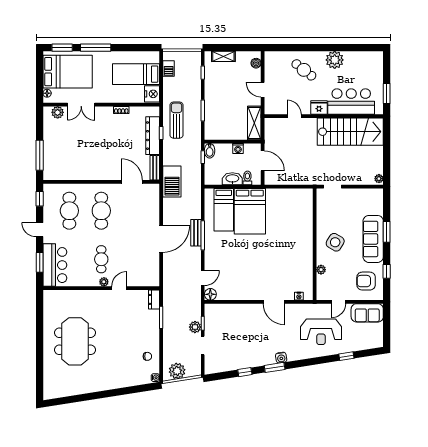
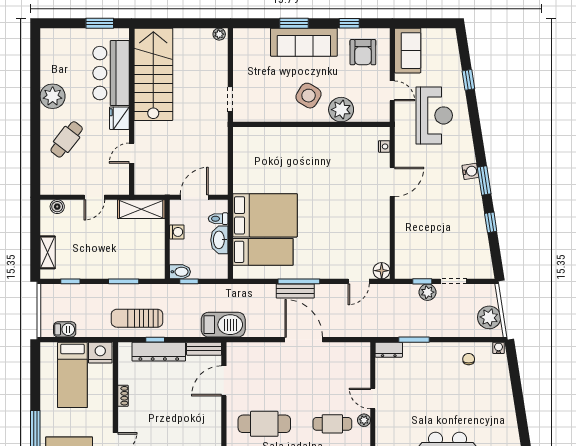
plant: (321, 270) -> (341, 110), width x1.88, depth x1.88
door: (203, 278) -> (359, 281), swing flipped

